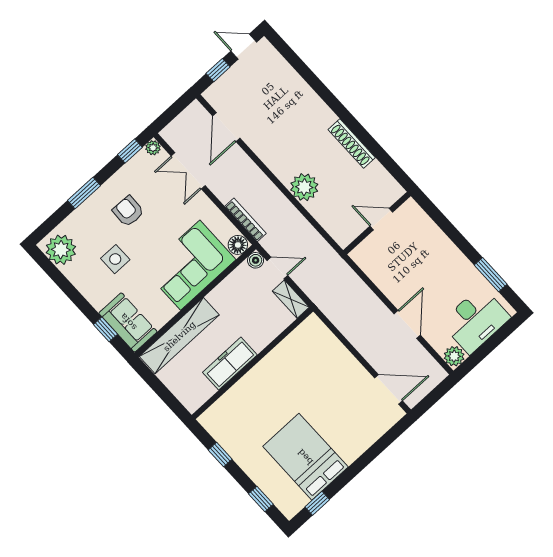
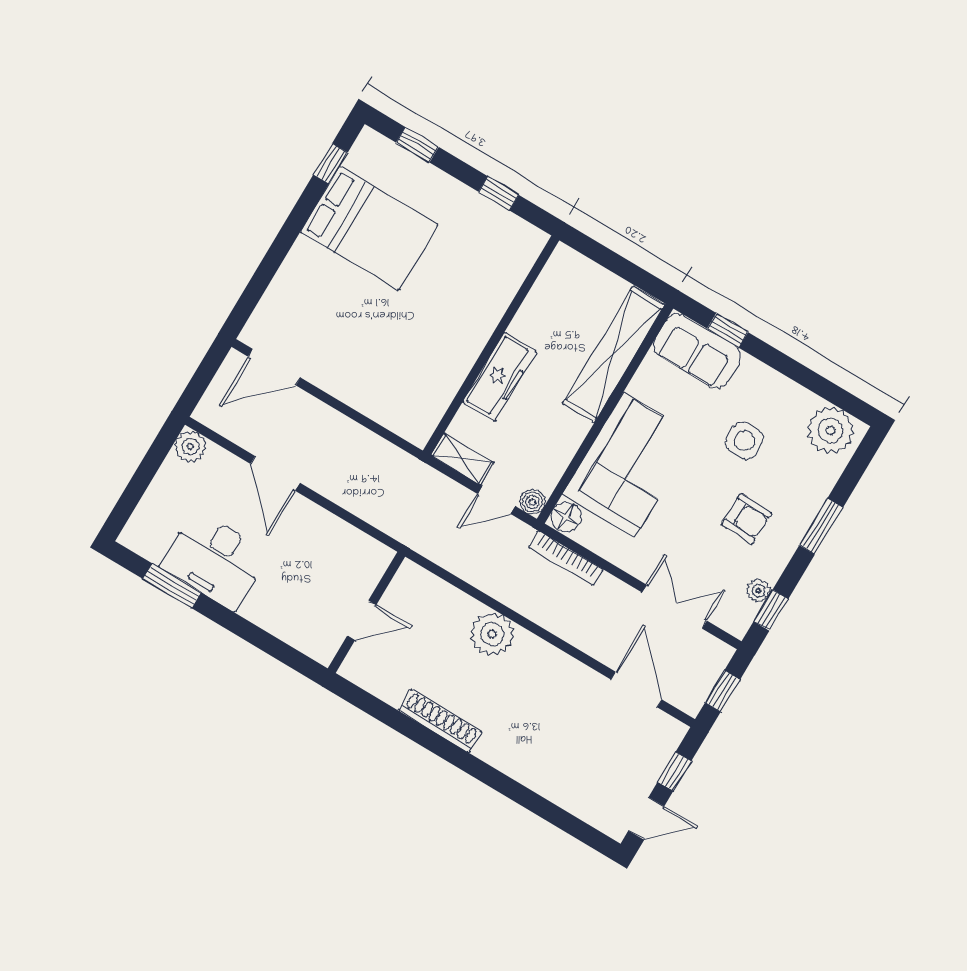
window: (174, 110) -> (722, 691), added
plant: (153, 148) -> (758, 591), moved
desk: (476, 320) -> (214, 560), moved, turned -90
freezer: (230, 364) -> (500, 377), moved

